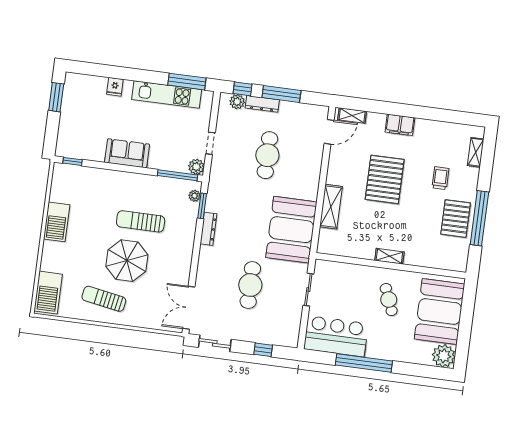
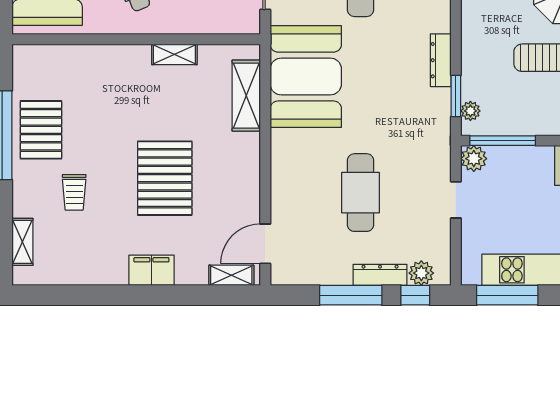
shelving: (331, 207) -> (246, 96), moved
shelving: (389, 256) -> (174, 54), moved

